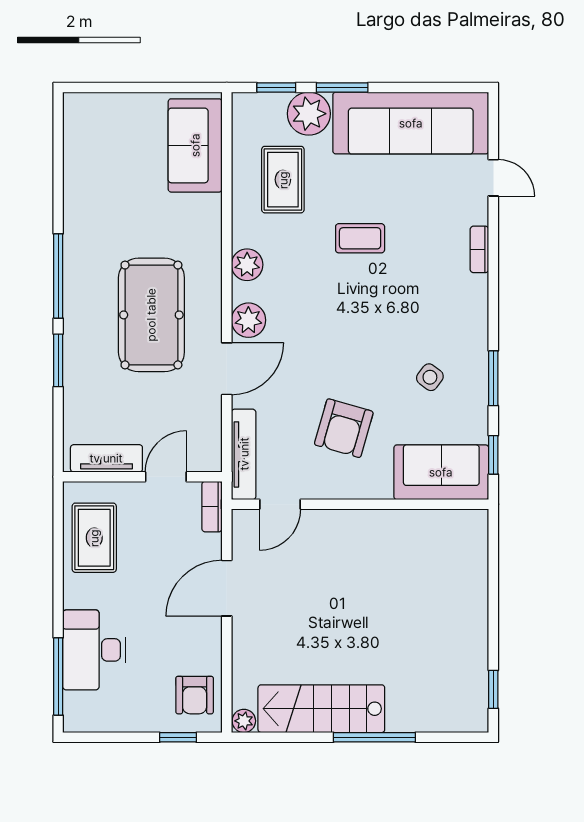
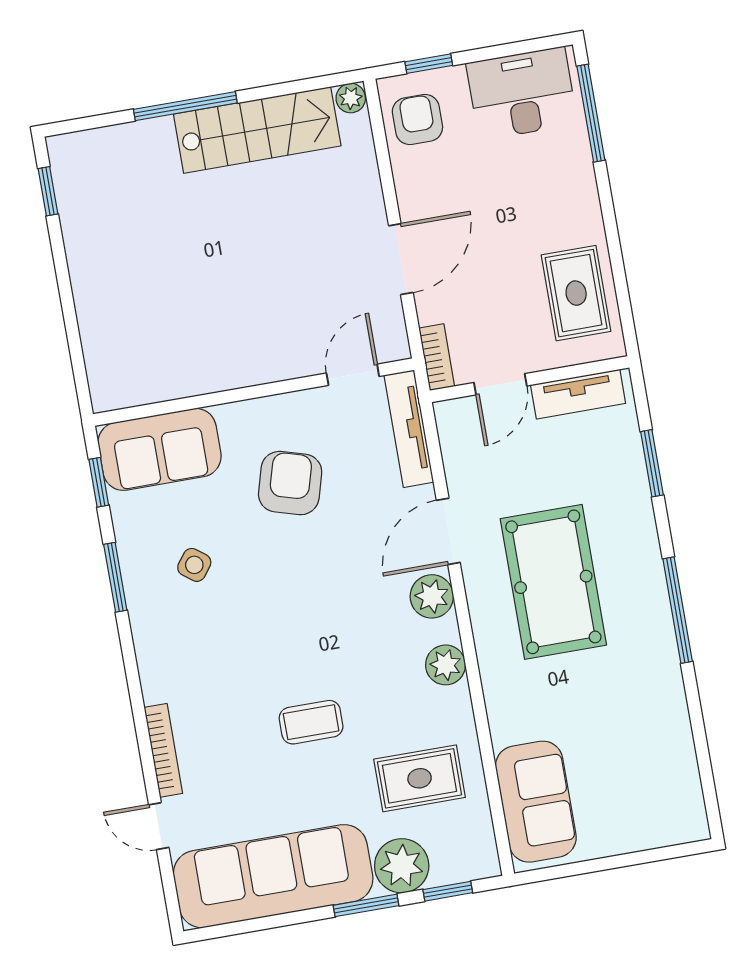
rug: (283, 180) -> (420, 778), turned 90
bookcase: (479, 249) -> (163, 750), width x1.56
window: (58, 360) -> (652, 463), moved
desk: (94, 650) -> (522, 93), moved, turned -90

